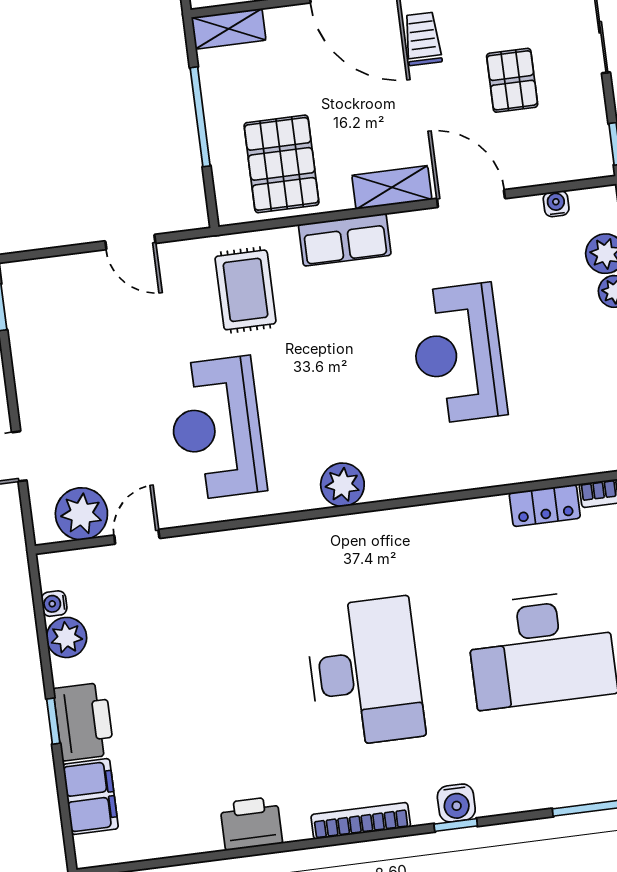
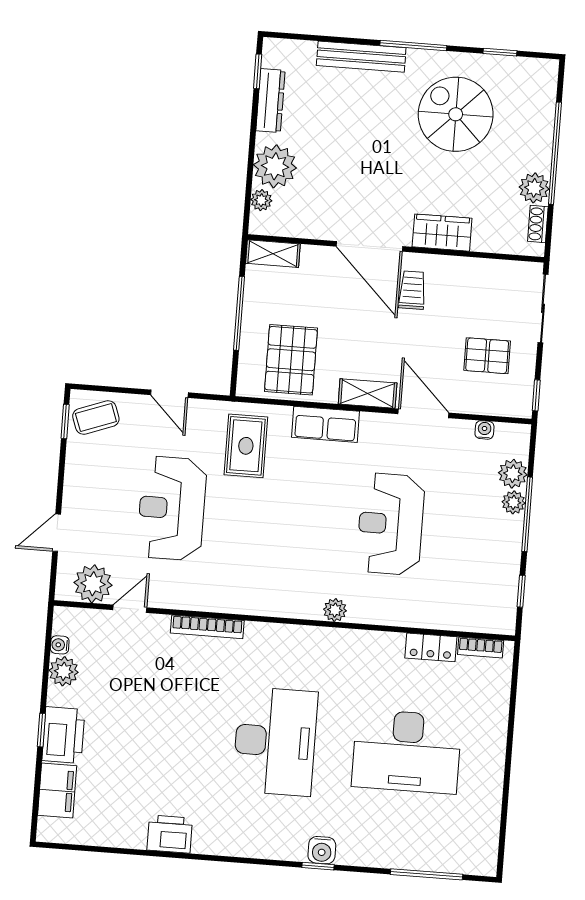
pallet: (512, 80) -> (487, 356), moved, turned 90
coffee table: (40, 294) -> (96, 418), added
reception desk: (216, 428) -> (172, 508), moved
plant: (342, 485) -> (335, 610), moved, width x0.73, depth x0.73
bookcase: (361, 821) -> (207, 627), moved, turned 180

